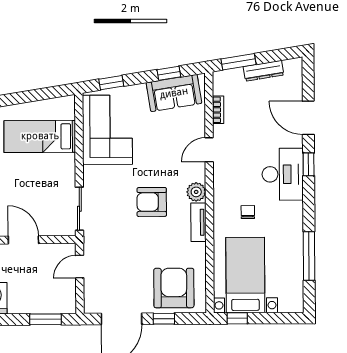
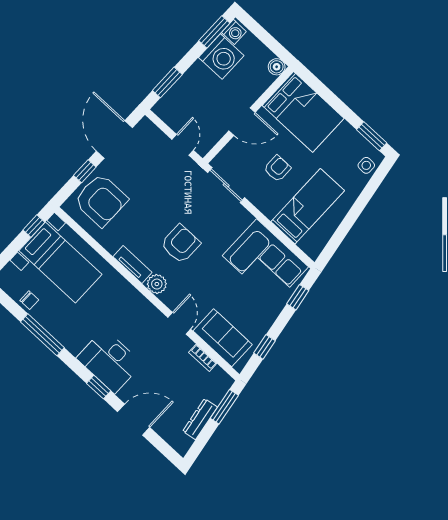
sofa: (174, 93) -> (223, 338), moved, turned 99
armchair: (33, 183) -> (277, 168), added
chair: (248, 212) -> (29, 300), moved
window: (309, 256) -> (42, 335), moved

